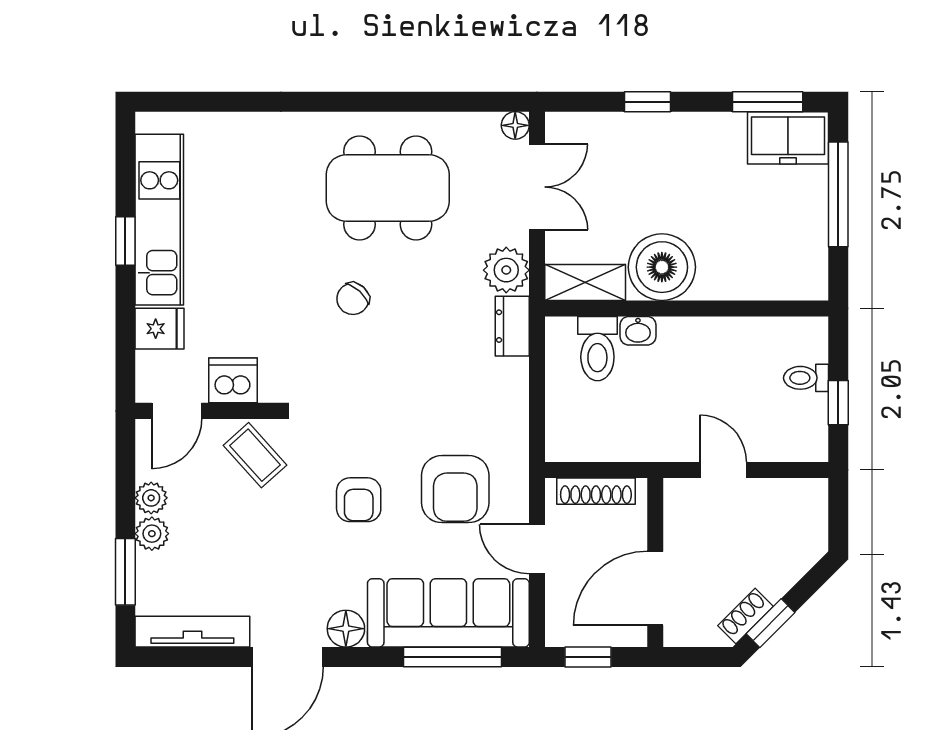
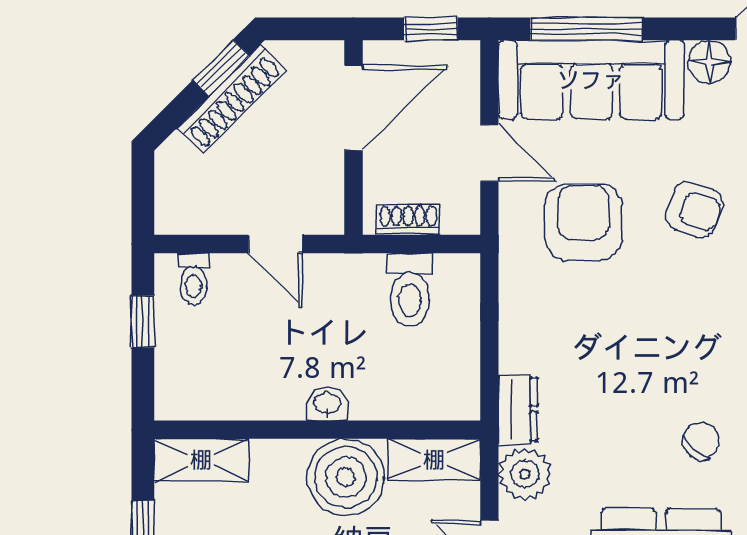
shelving: (788, 282) -> (201, 460), added
washbasin: (638, 331) -> (327, 404), moved
toilet: (597, 349) -> (410, 290), moved, turned 180
toilet: (806, 378) -> (194, 279), moved, turned 90
shoe rack: (596, 491) -> (408, 220), width x0.70
armchair: (359, 500) -> (694, 210), turned 109
shoe rack: (745, 616) -> (232, 99), width x1.94, depth x1.24

